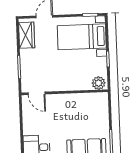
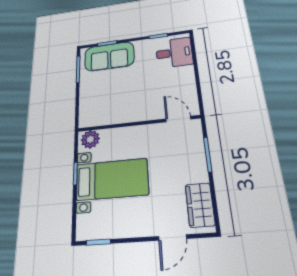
bed with nightstands: (82, 37) -> (112, 179), moved

